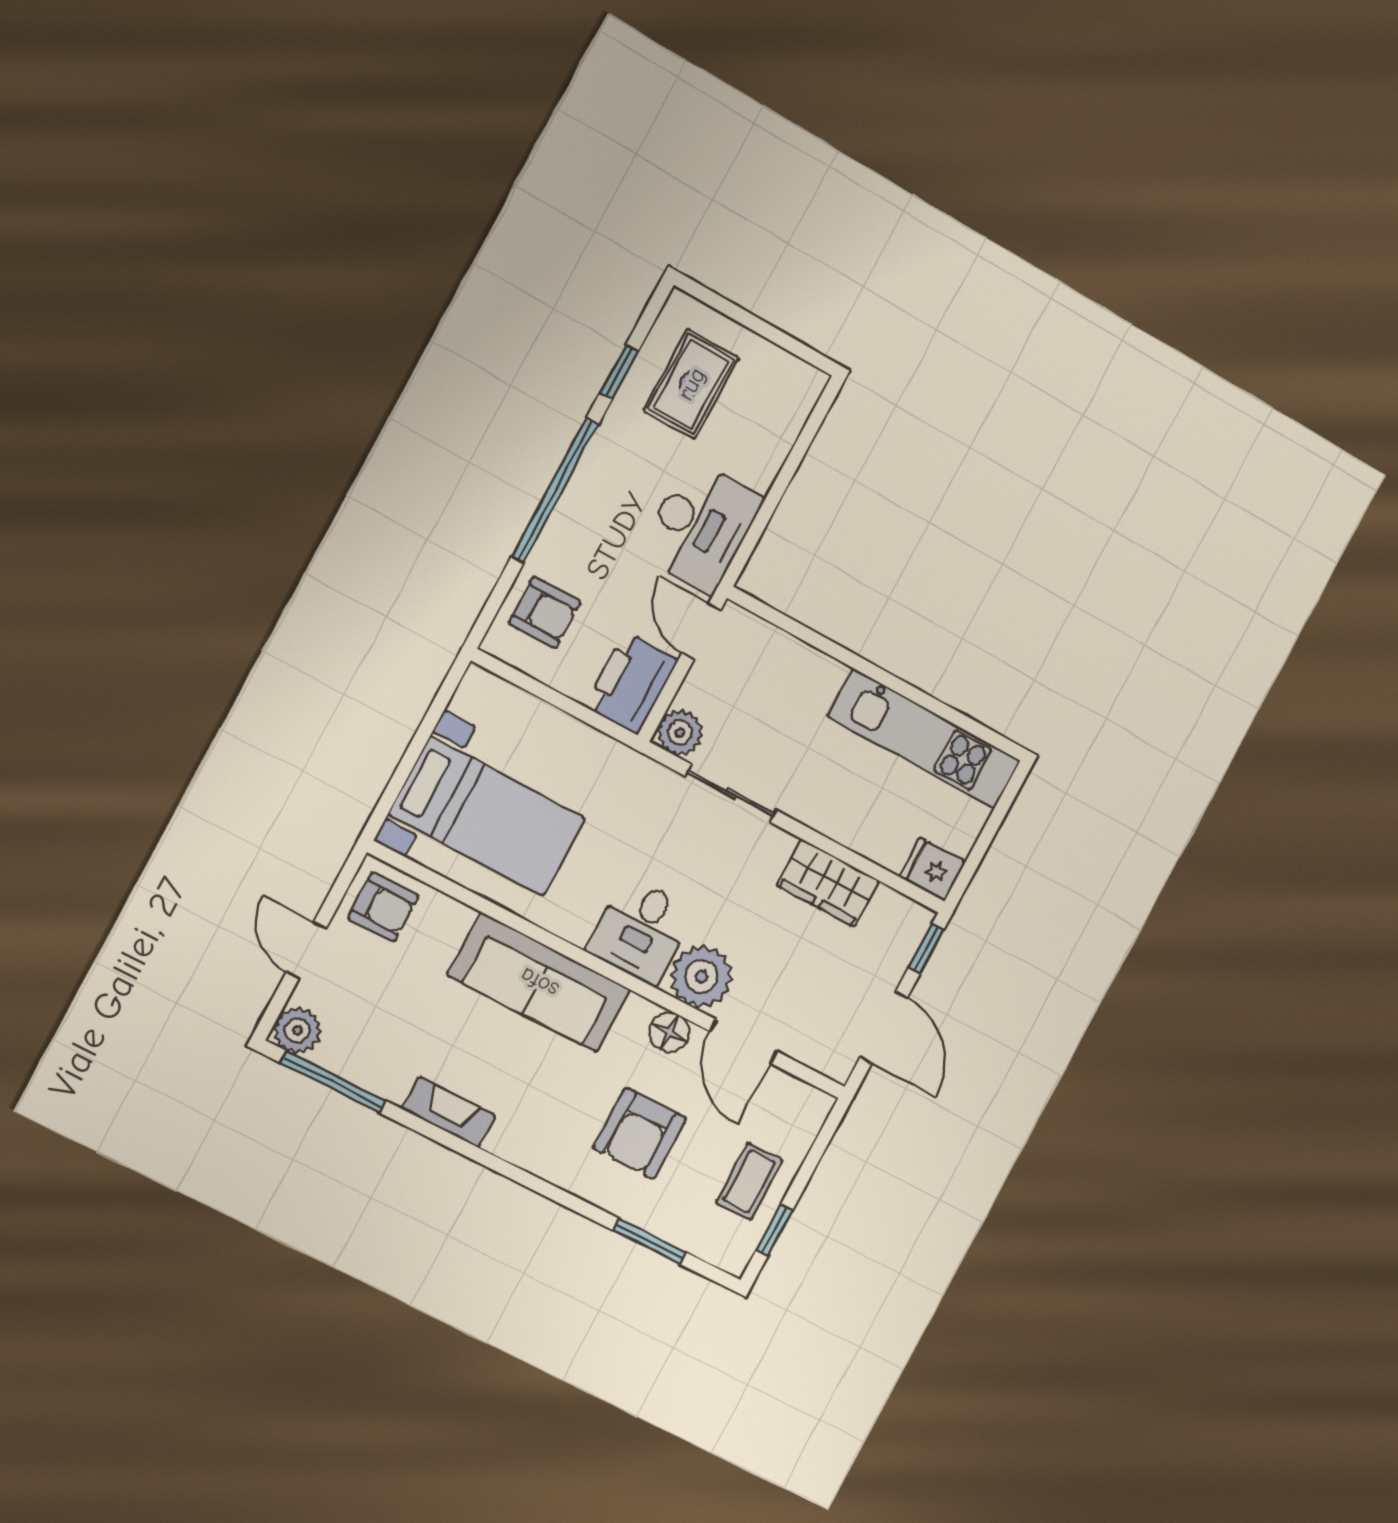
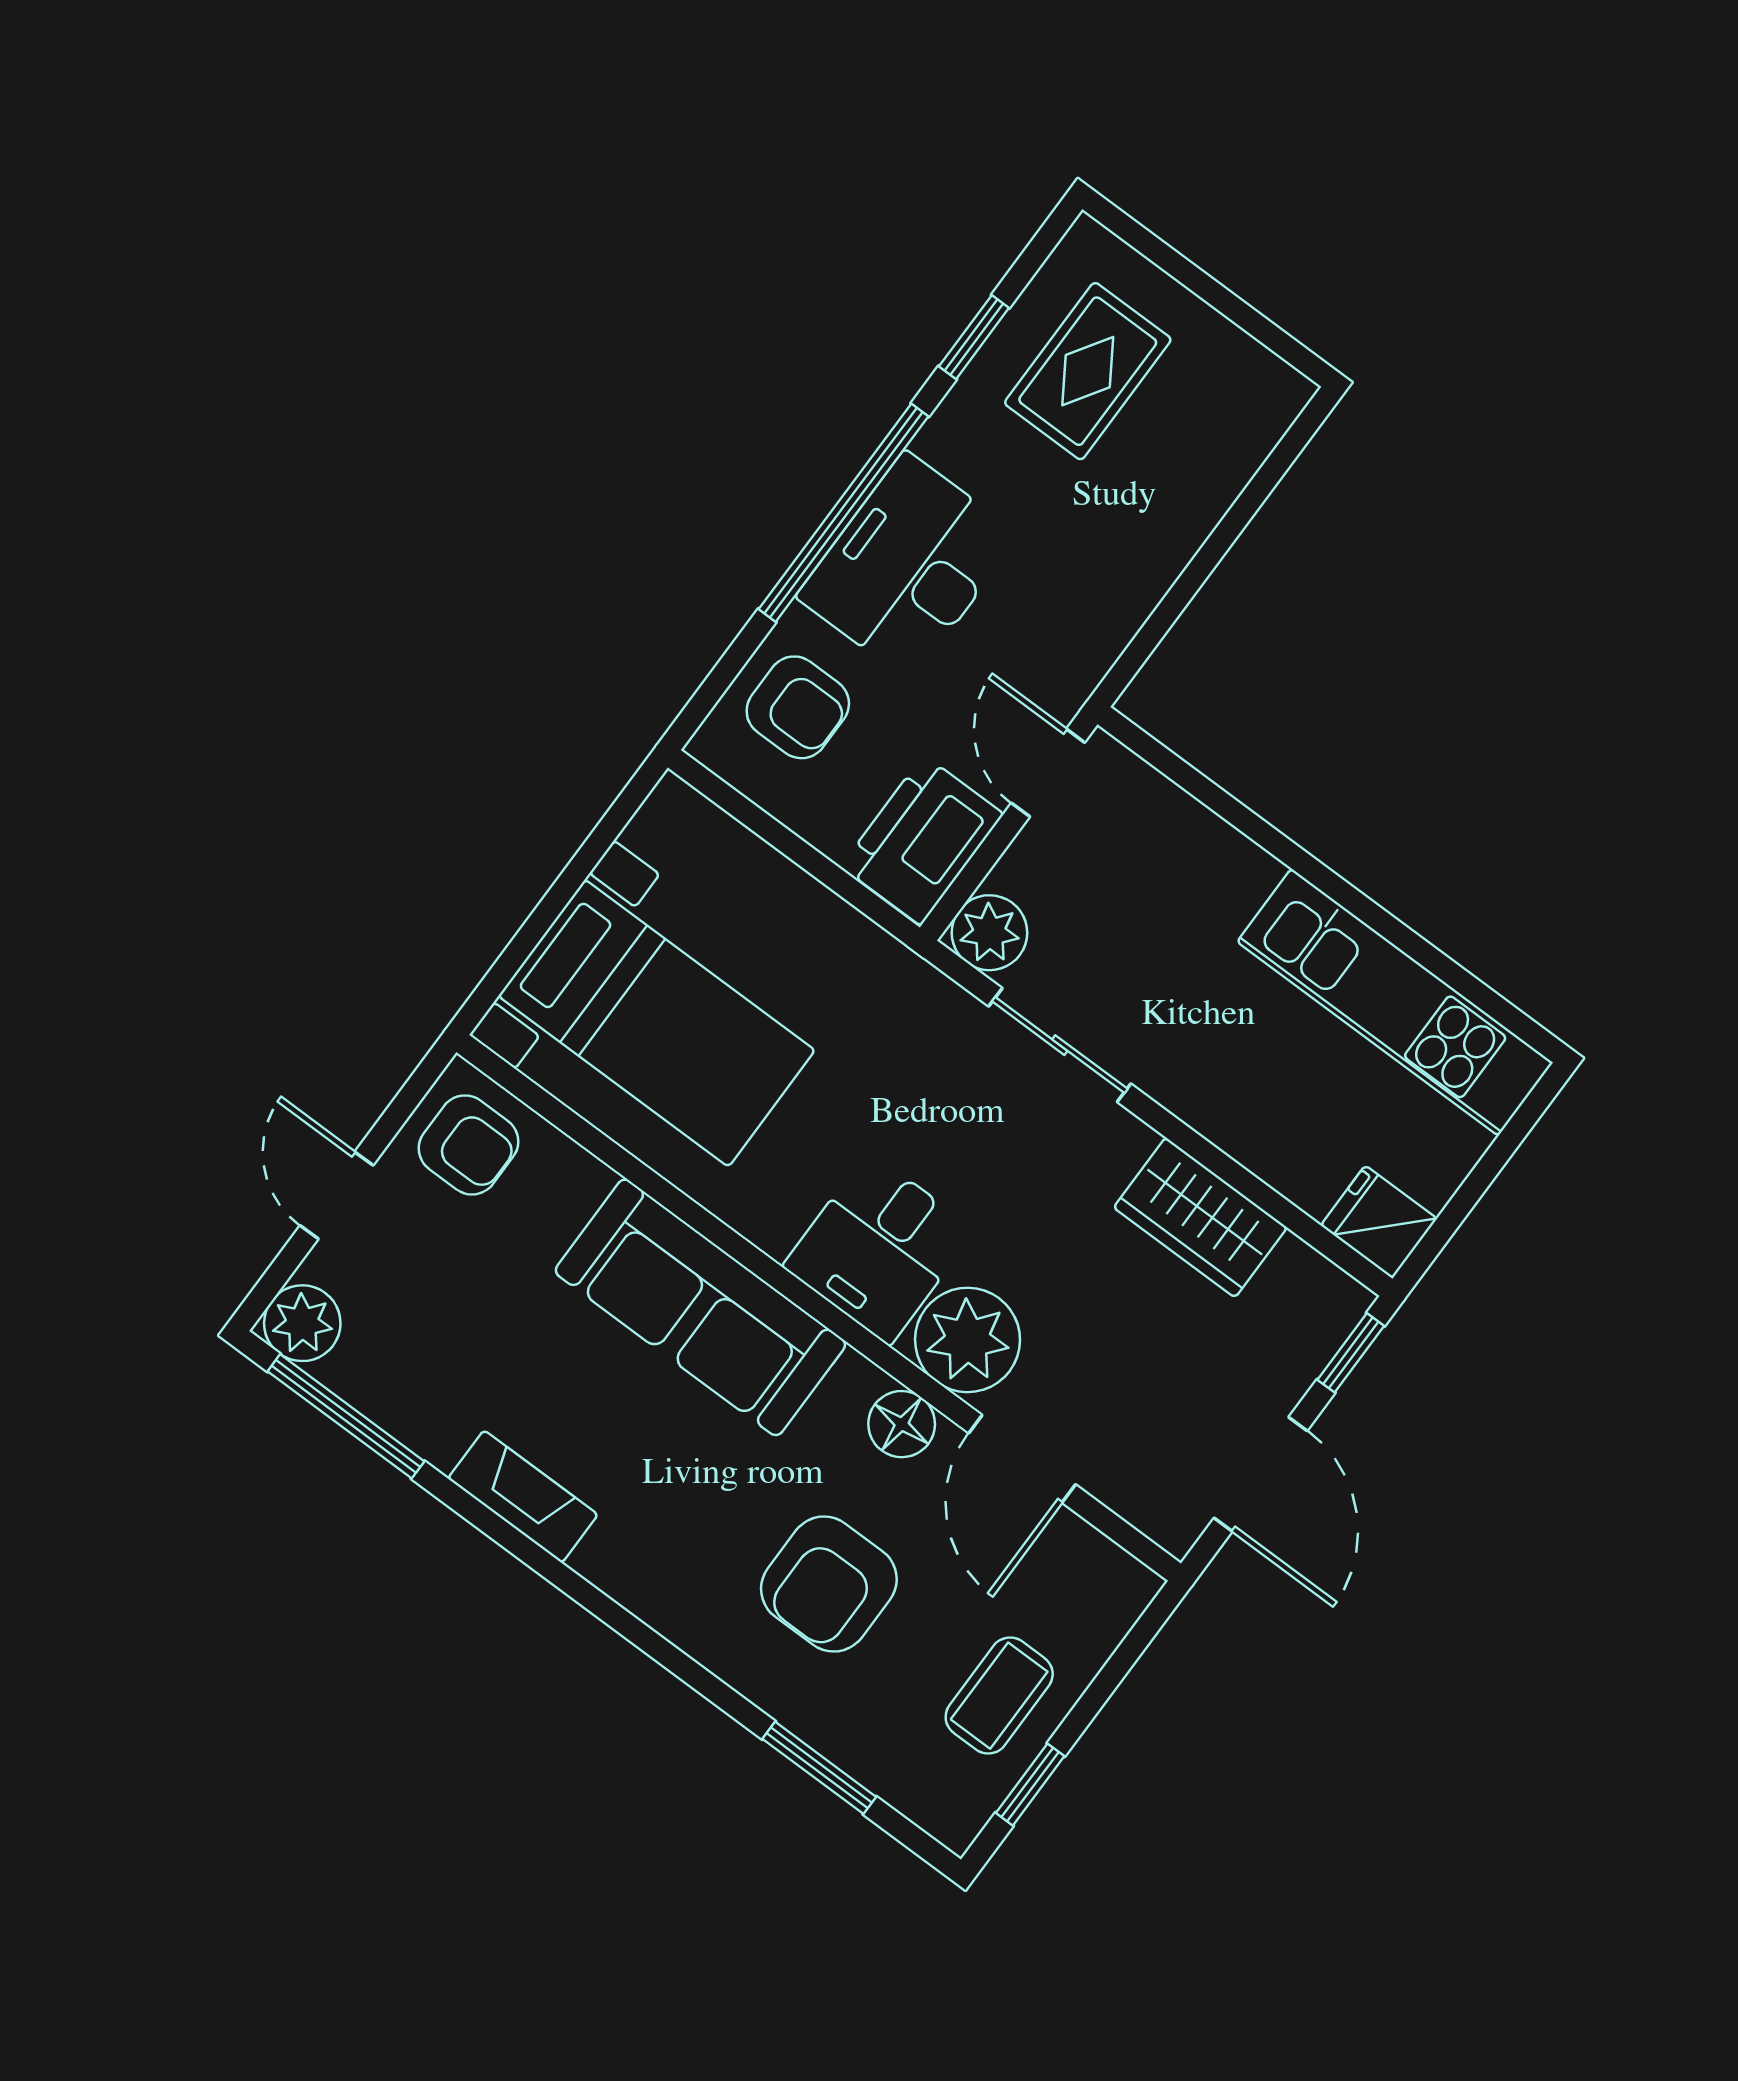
desk: (701, 526) -> (908, 566), moved, turned 180

